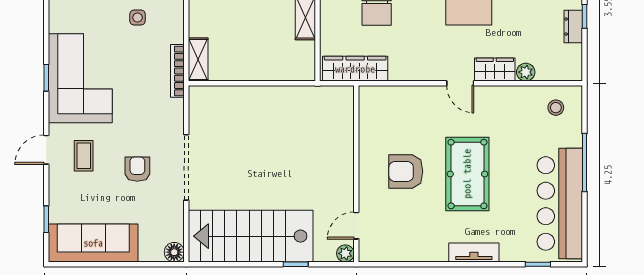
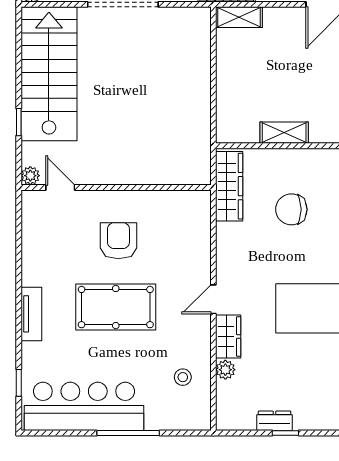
stool: (556, 108) -> (183, 377), moved

